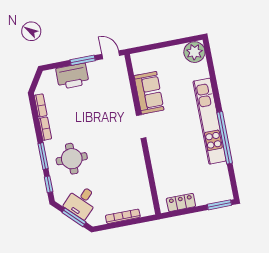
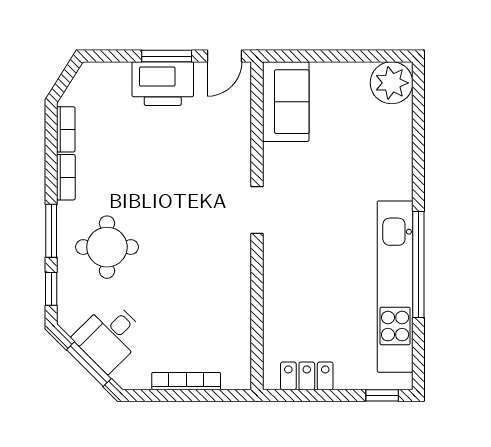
door: (111, 55) -> (224, 56), swing flipped
printer: (72, 76) -> (163, 84), moved
sofa: (149, 93) -> (286, 102), moved
kitchen unit: (210, 121) -> (395, 287), moved
window: (219, 205) -> (382, 395), width x0.67

